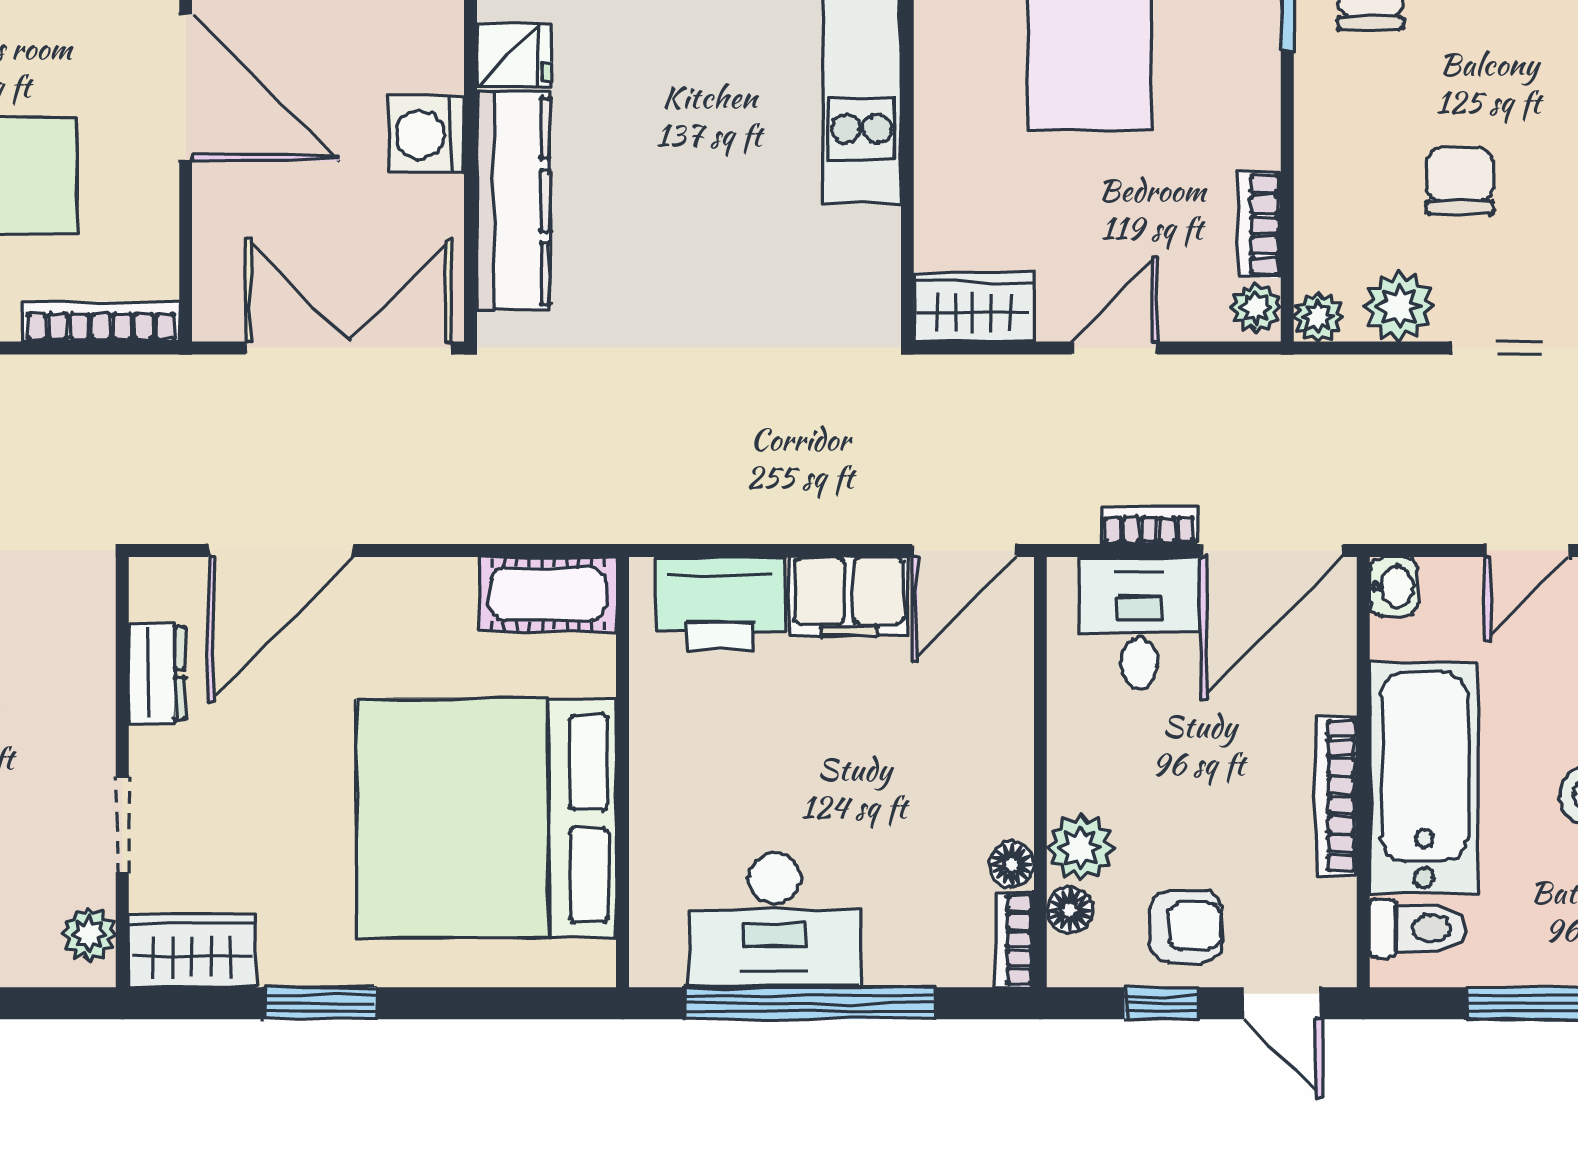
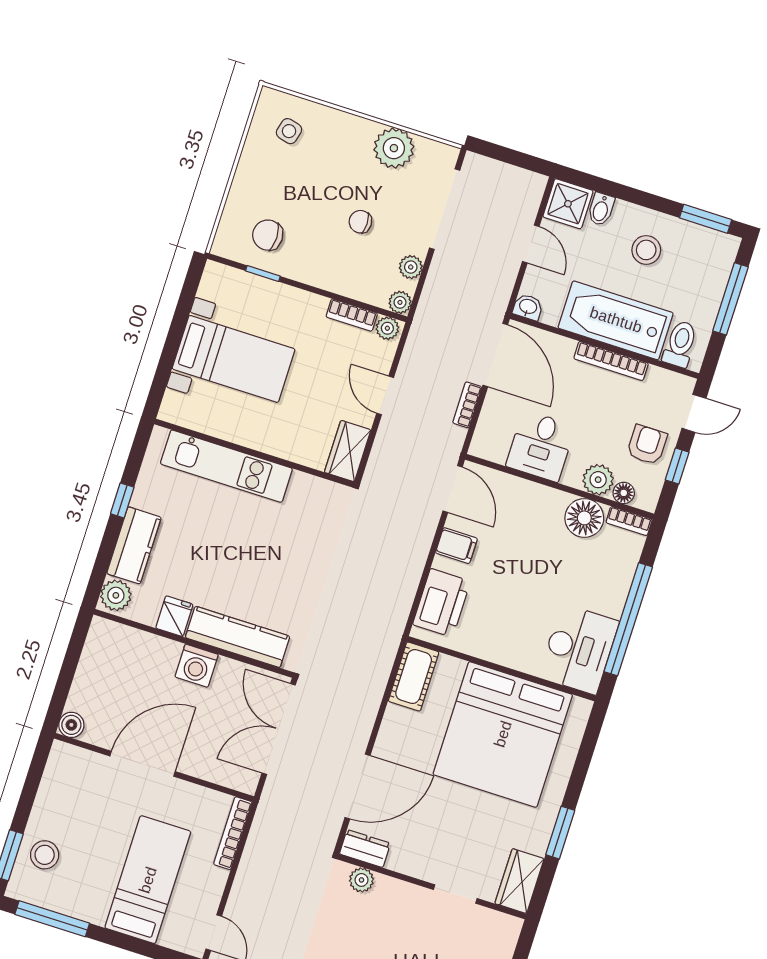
chair: (1460, 181) -> (360, 222), width x0.73, depth x0.73
plant: (1399, 306) -> (411, 267), width x0.73, depth x0.73
door: (281, 551) -> (358, 787), hinge flipped
filing cabinet: (849, 596) -> (456, 546), width x0.50
desk: (1139, 623) -> (541, 446), moved, turned -90
dresser: (157, 673) -> (365, 849), moved
floor lamp: (1012, 864) -> (584, 518), width x1.89, depth x1.89
desk: (775, 920) -> (579, 649), moved
plant: (89, 934) -> (361, 880), moved

